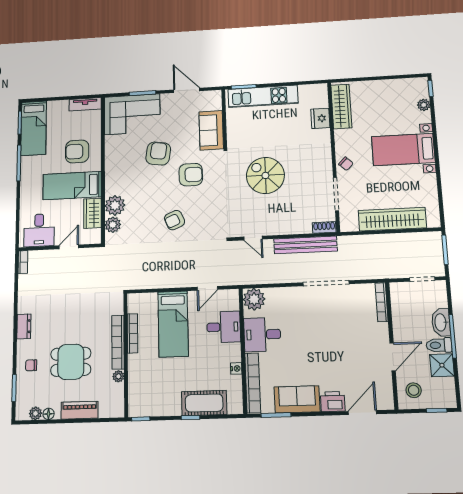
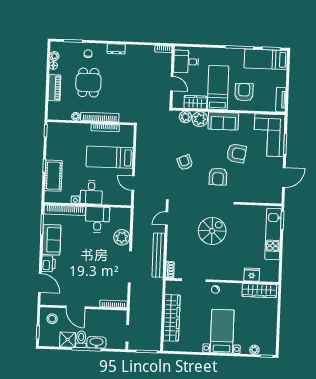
sofa: (211, 130) -> (223, 121), moved, turned 180
plant: (254, 299) -> (122, 237), moved
desk: (224, 327) -> (91, 192), moved

